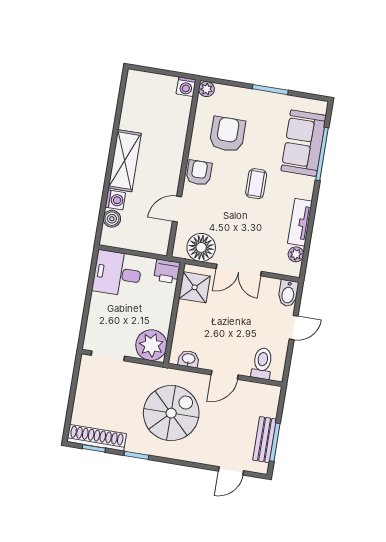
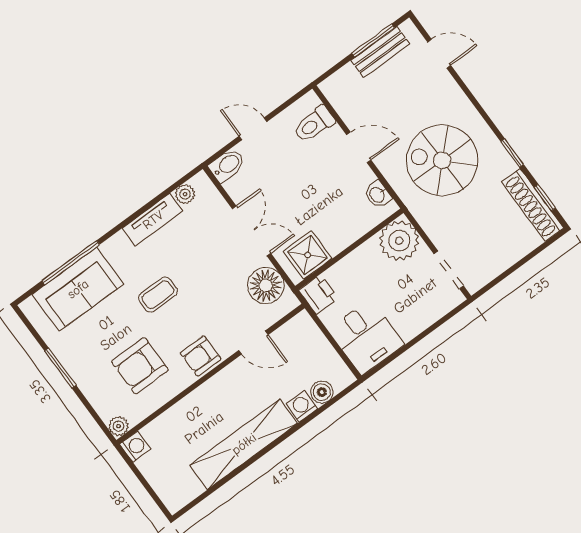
shelving: (125, 161) -> (244, 444), width x1.47

